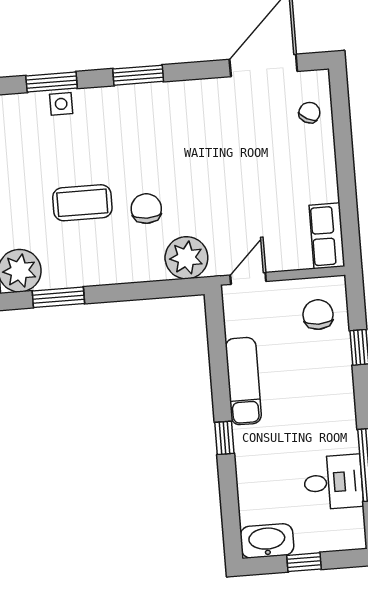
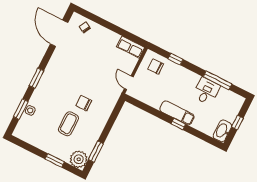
plant: (186, 258) -> (109, 100), removed
exam couch: (243, 381) -> (177, 113), moved
desk: (333, 482) -> (206, 91), moved

